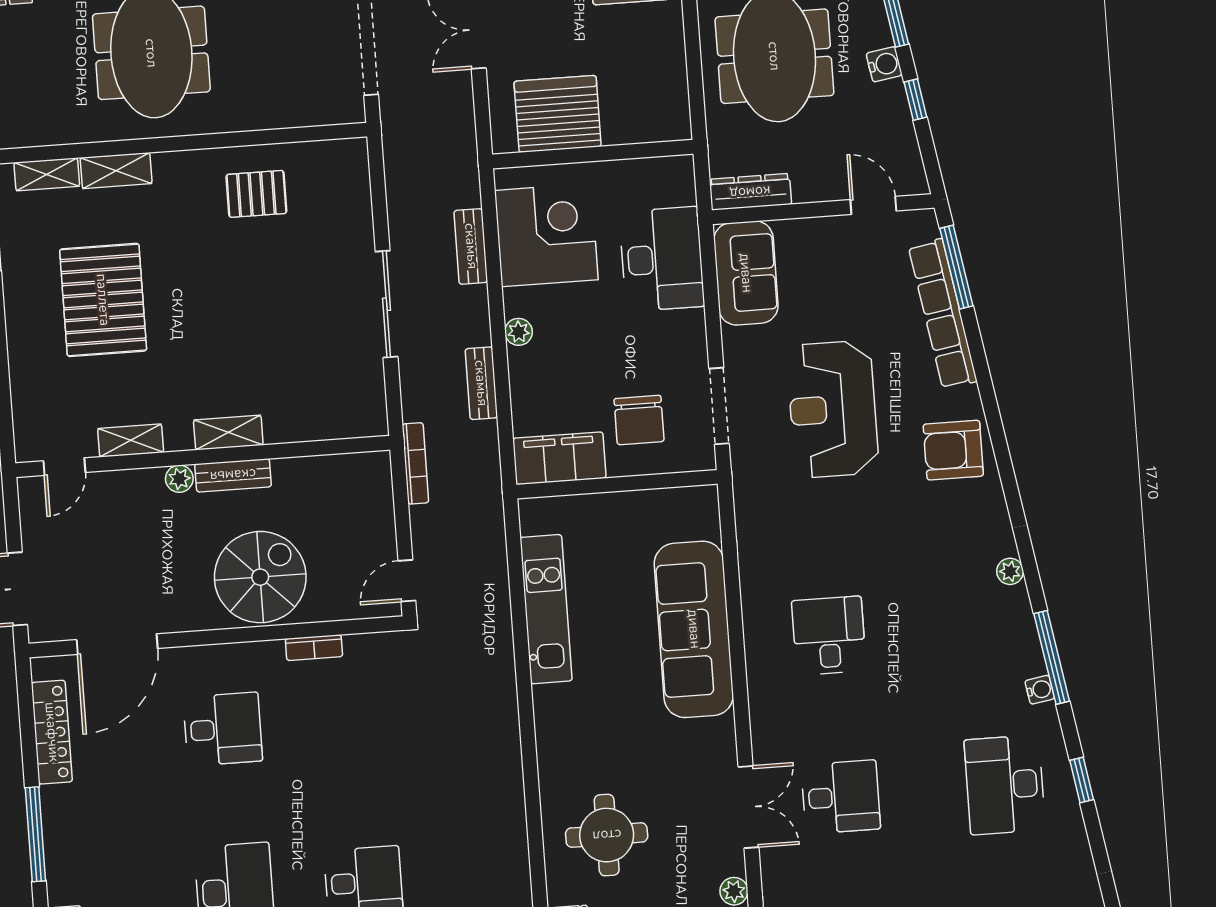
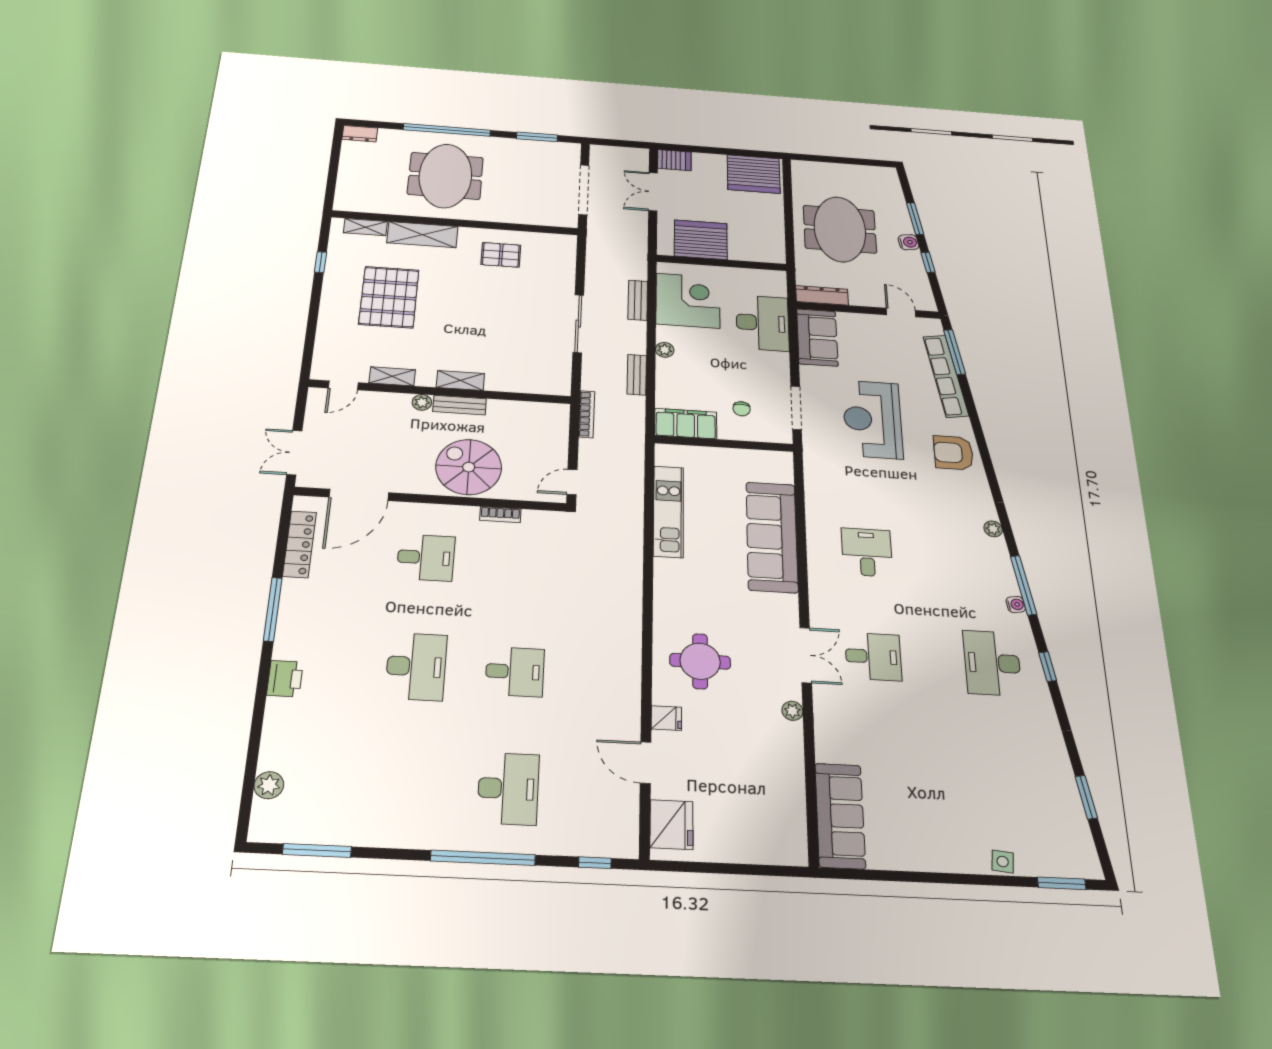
shelving: (116, 171) -> (422, 235), width x1.50, depth x1.33
chair: (639, 420) -> (742, 409), width x0.54, depth x0.54
spiral stairs: (260, 577) -> (469, 467), turned -90

